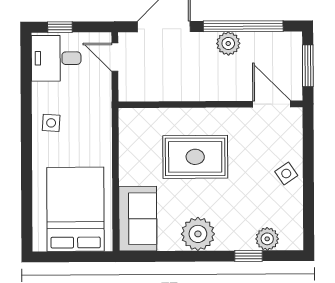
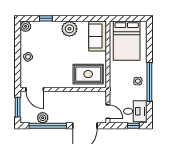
plant: (228, 43) -> (43, 118), moved
window: (26, 121) -> (149, 82), added
rug: (195, 157) -> (88, 74), moved
plant: (267, 239) -> (26, 26), moved

